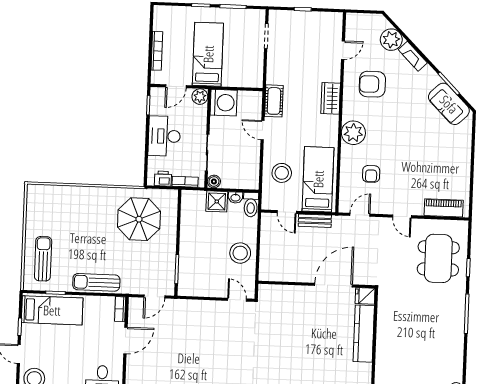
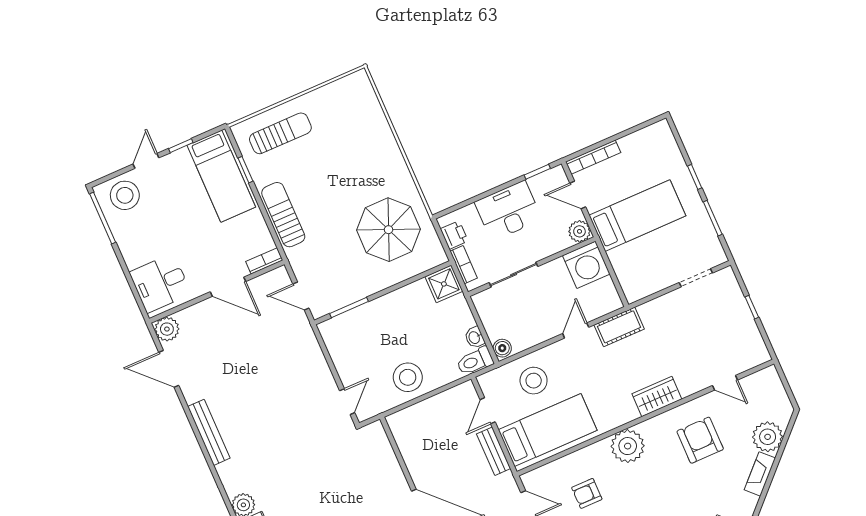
bookcase: (157, 51) -> (593, 157), moved
boiler: (214, 182) -> (502, 348), moved
shower: (217, 201) -> (444, 284), moved

